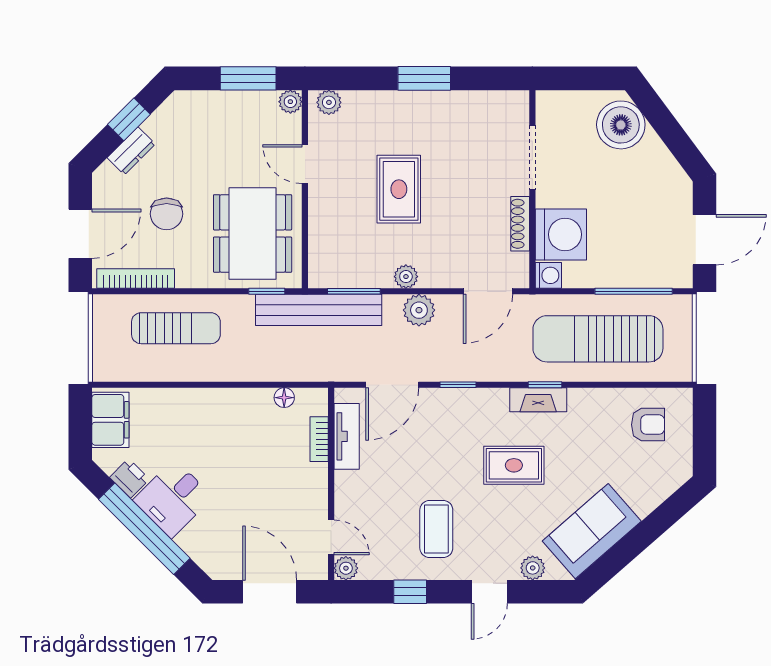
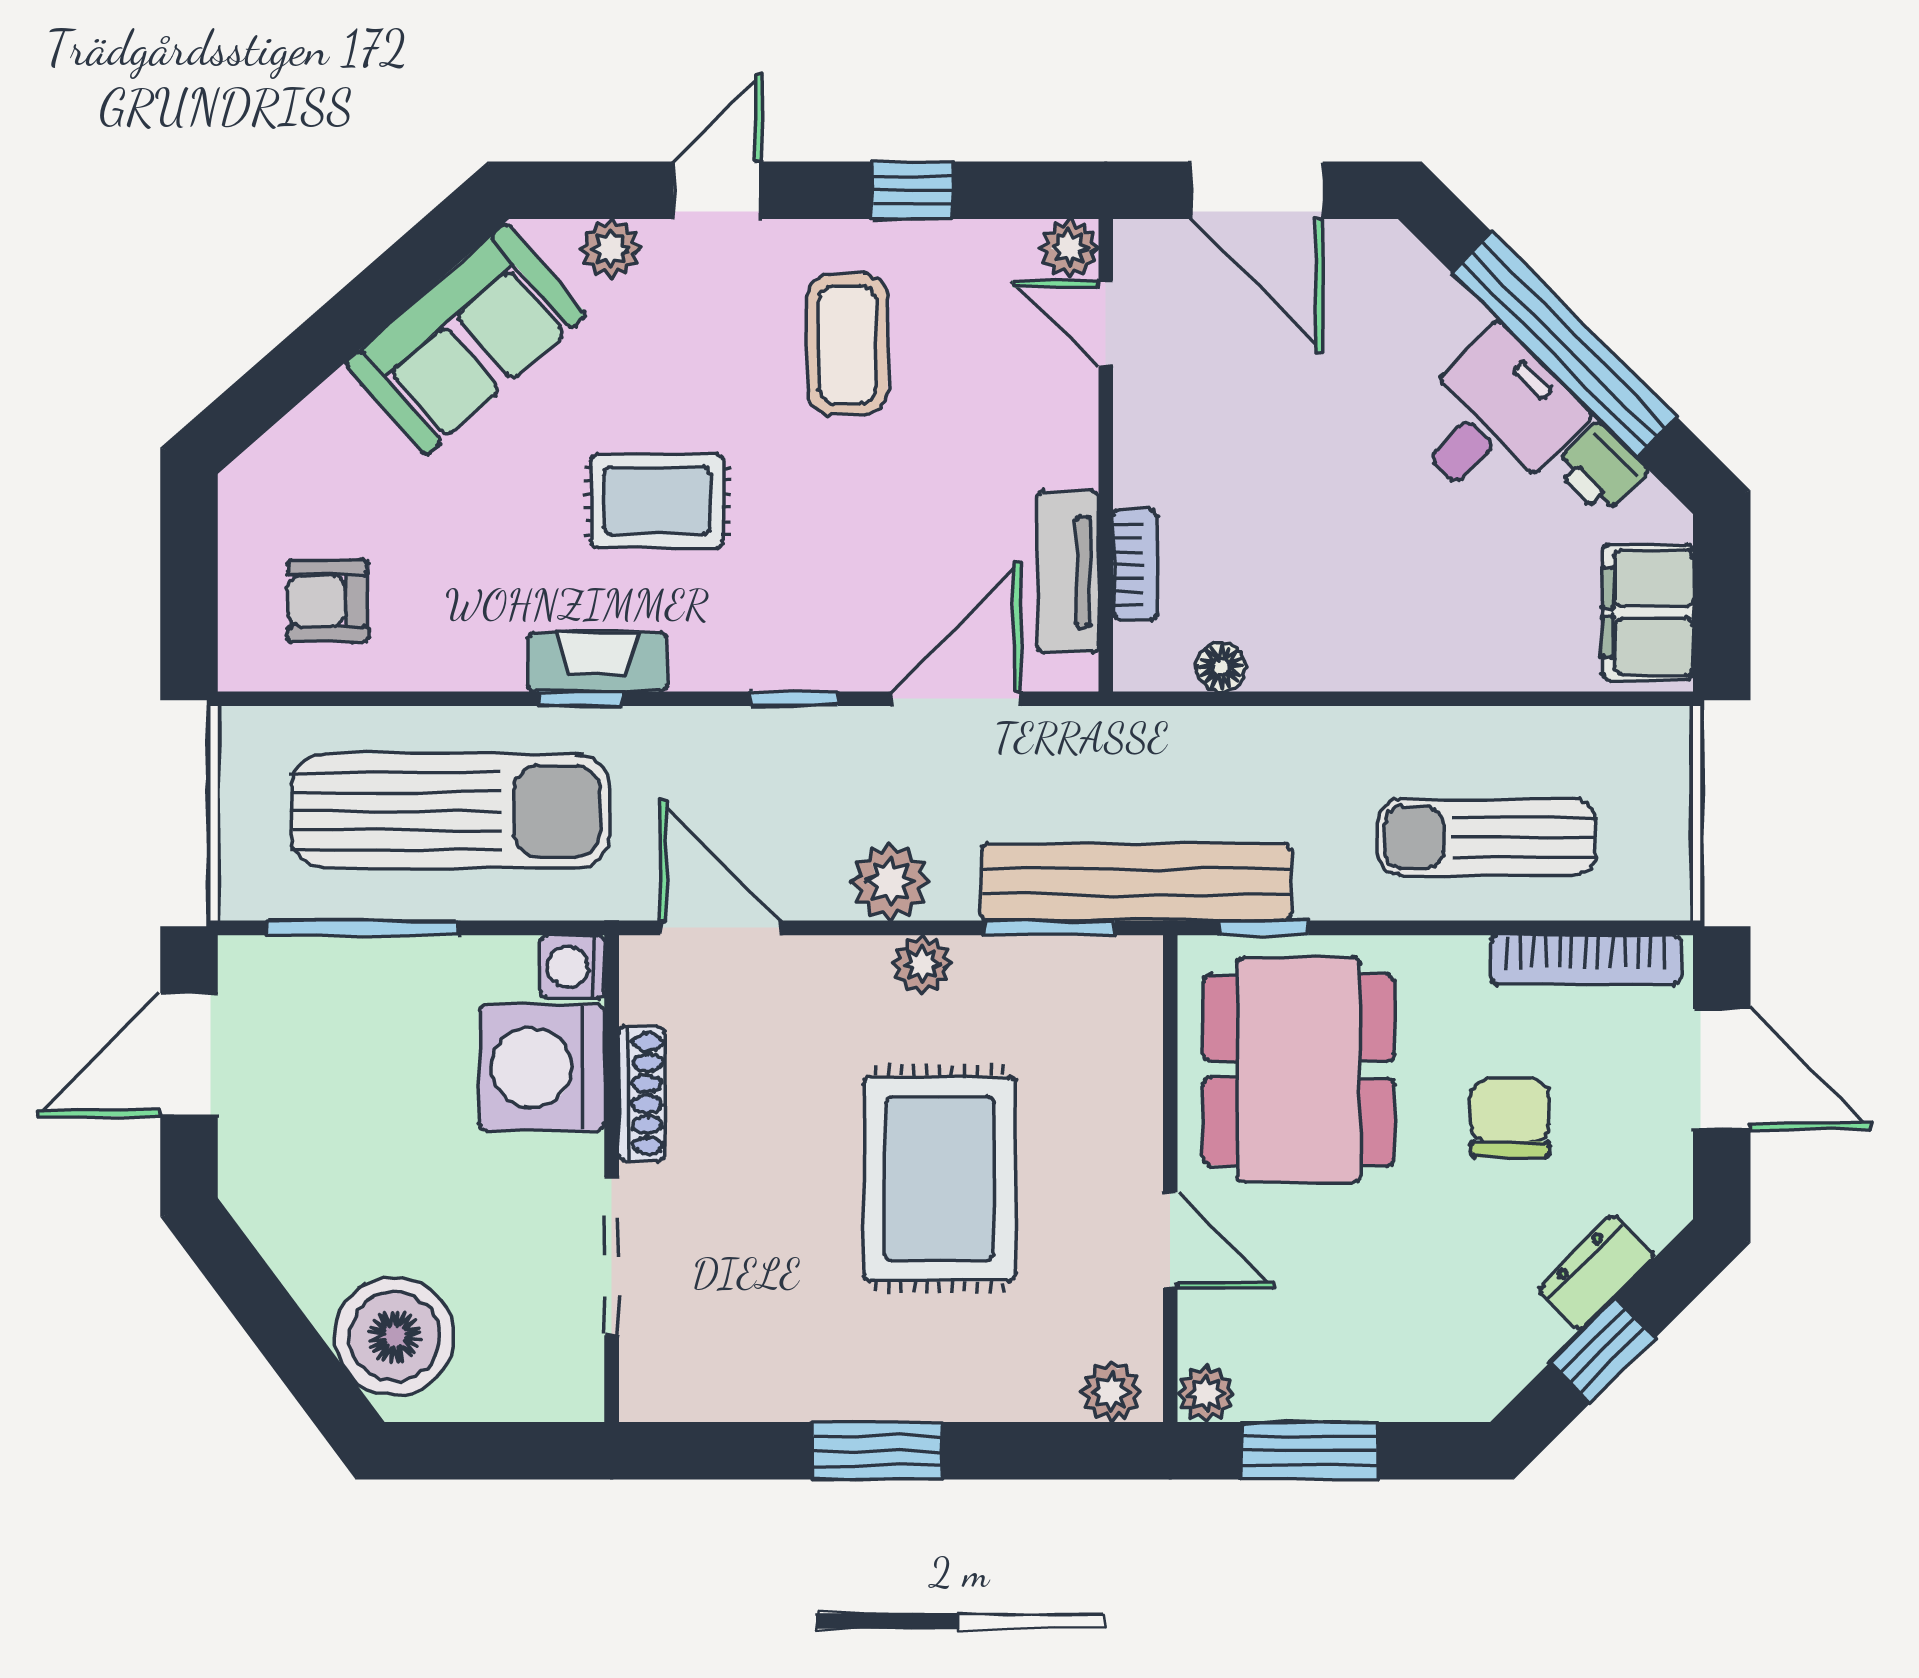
rug: (399, 189) -> (939, 1179), width x1.36, depth x1.43
door: (80, 234) -> (1722, 1069), swing flipped
door: (488, 291) -> (721, 928), hinge flipped

